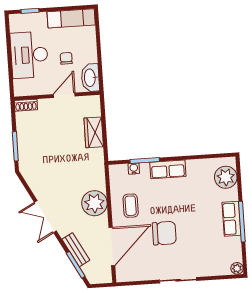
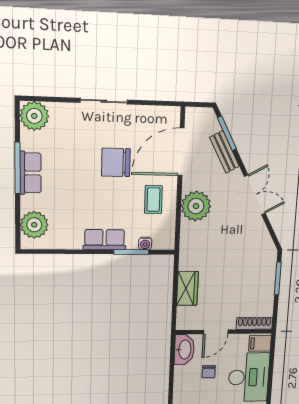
filing cabinet: (23, 87) -> (260, 343), added
shoe rack: (26, 105) -> (254, 323), width x1.43
plant: (237, 268) -> (34, 116), width x1.87, depth x1.87

